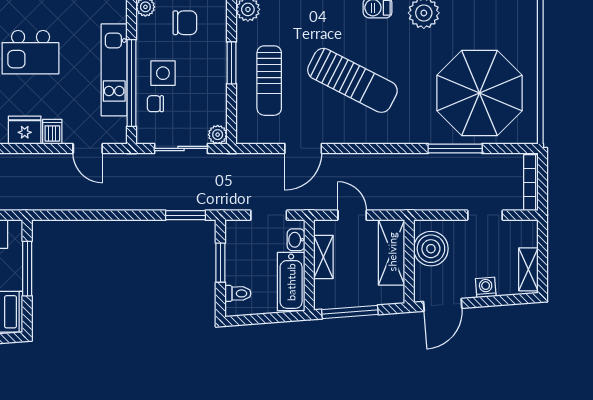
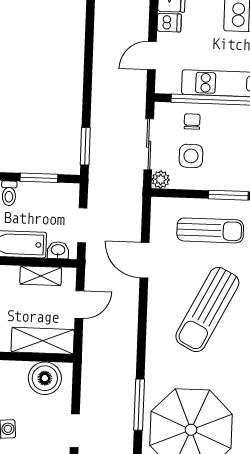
side table: (163, 73) -> (191, 156), moved
sun lounger: (269, 81) -> (210, 230), turned 180

